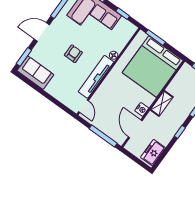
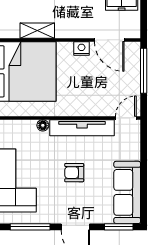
sofa: (35, 73) -> (127, 192), width x1.36
shelving: (162, 103) -> (37, 31), moved
door: (135, 129) -> (109, 40), hinge flipped

